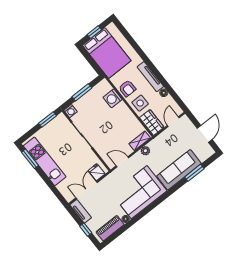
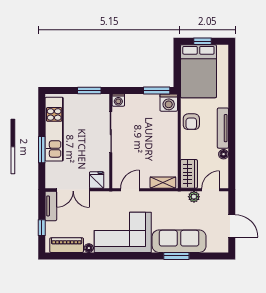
window: (82, 92) -> (157, 91), moved
washing machine: (113, 98) -> (169, 103), moved, turned -90
side table: (140, 103) -> (192, 146), removed
door: (205, 134) -> (232, 226), hinge flipped
plant: (145, 151) -> (194, 197), moved
window: (30, 159) -> (42, 150), moved
door: (122, 162) -> (130, 190), hinge flipped
window: (194, 173) -> (176, 256), moved
double door: (87, 190) -> (73, 190), swing flipped

